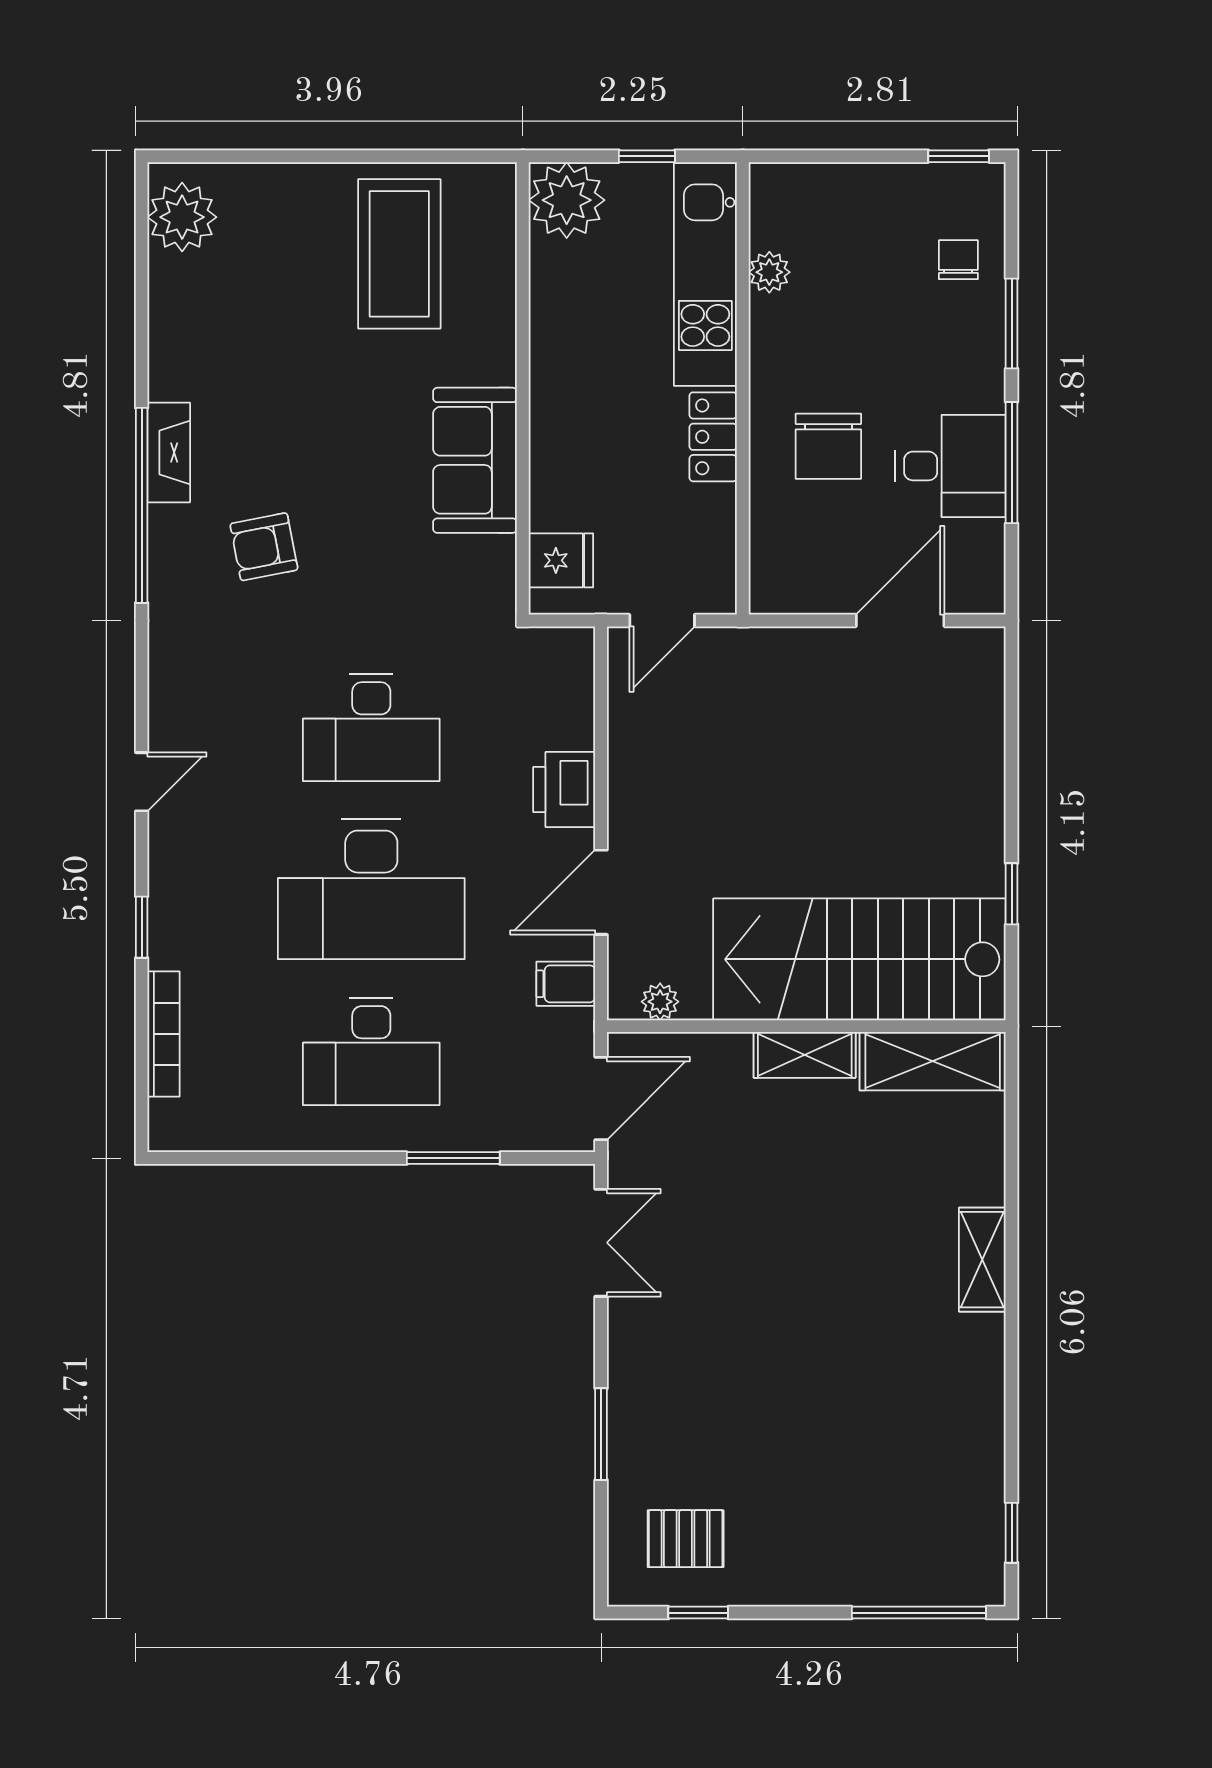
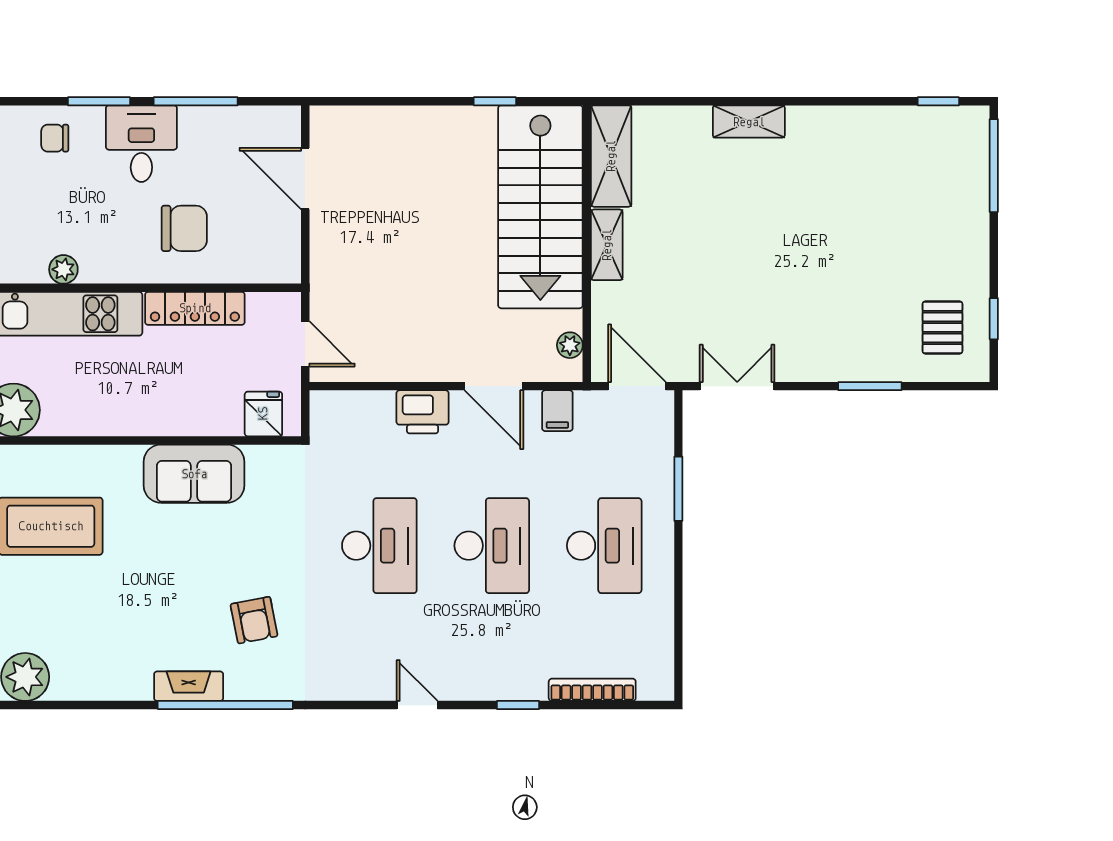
locker: (713, 437) -> (195, 308), width x1.53
desk: (950, 466) -> (141, 144), moved
desk: (371, 889) -> (492, 546), width x0.73, depth x0.77

